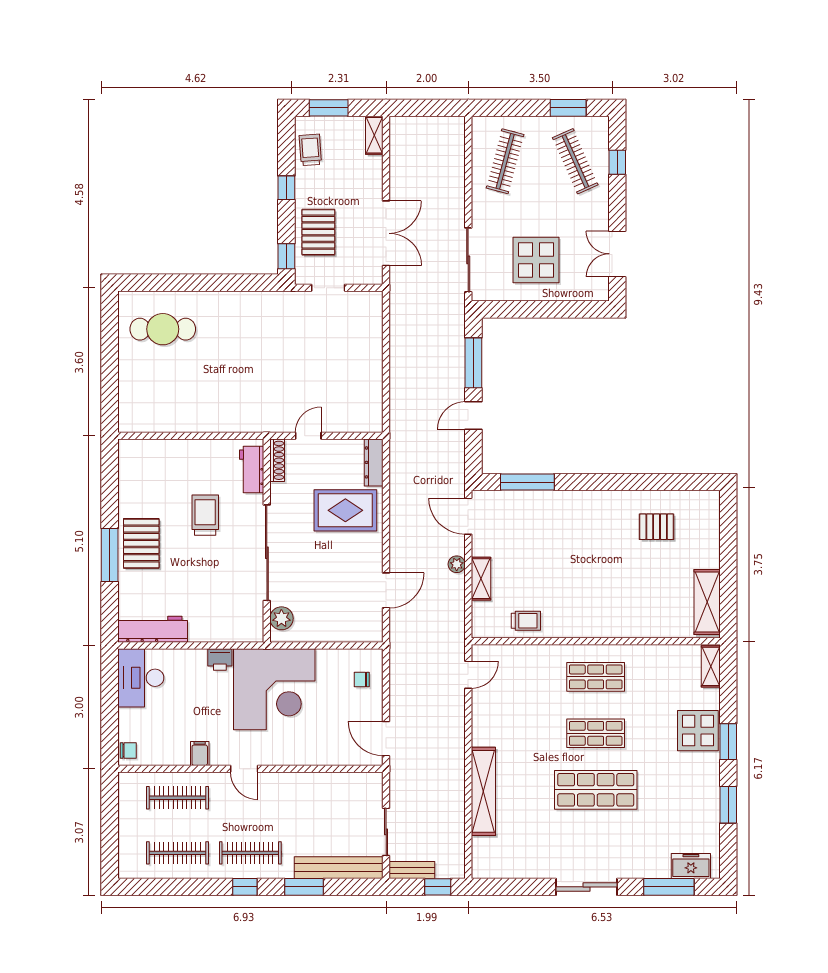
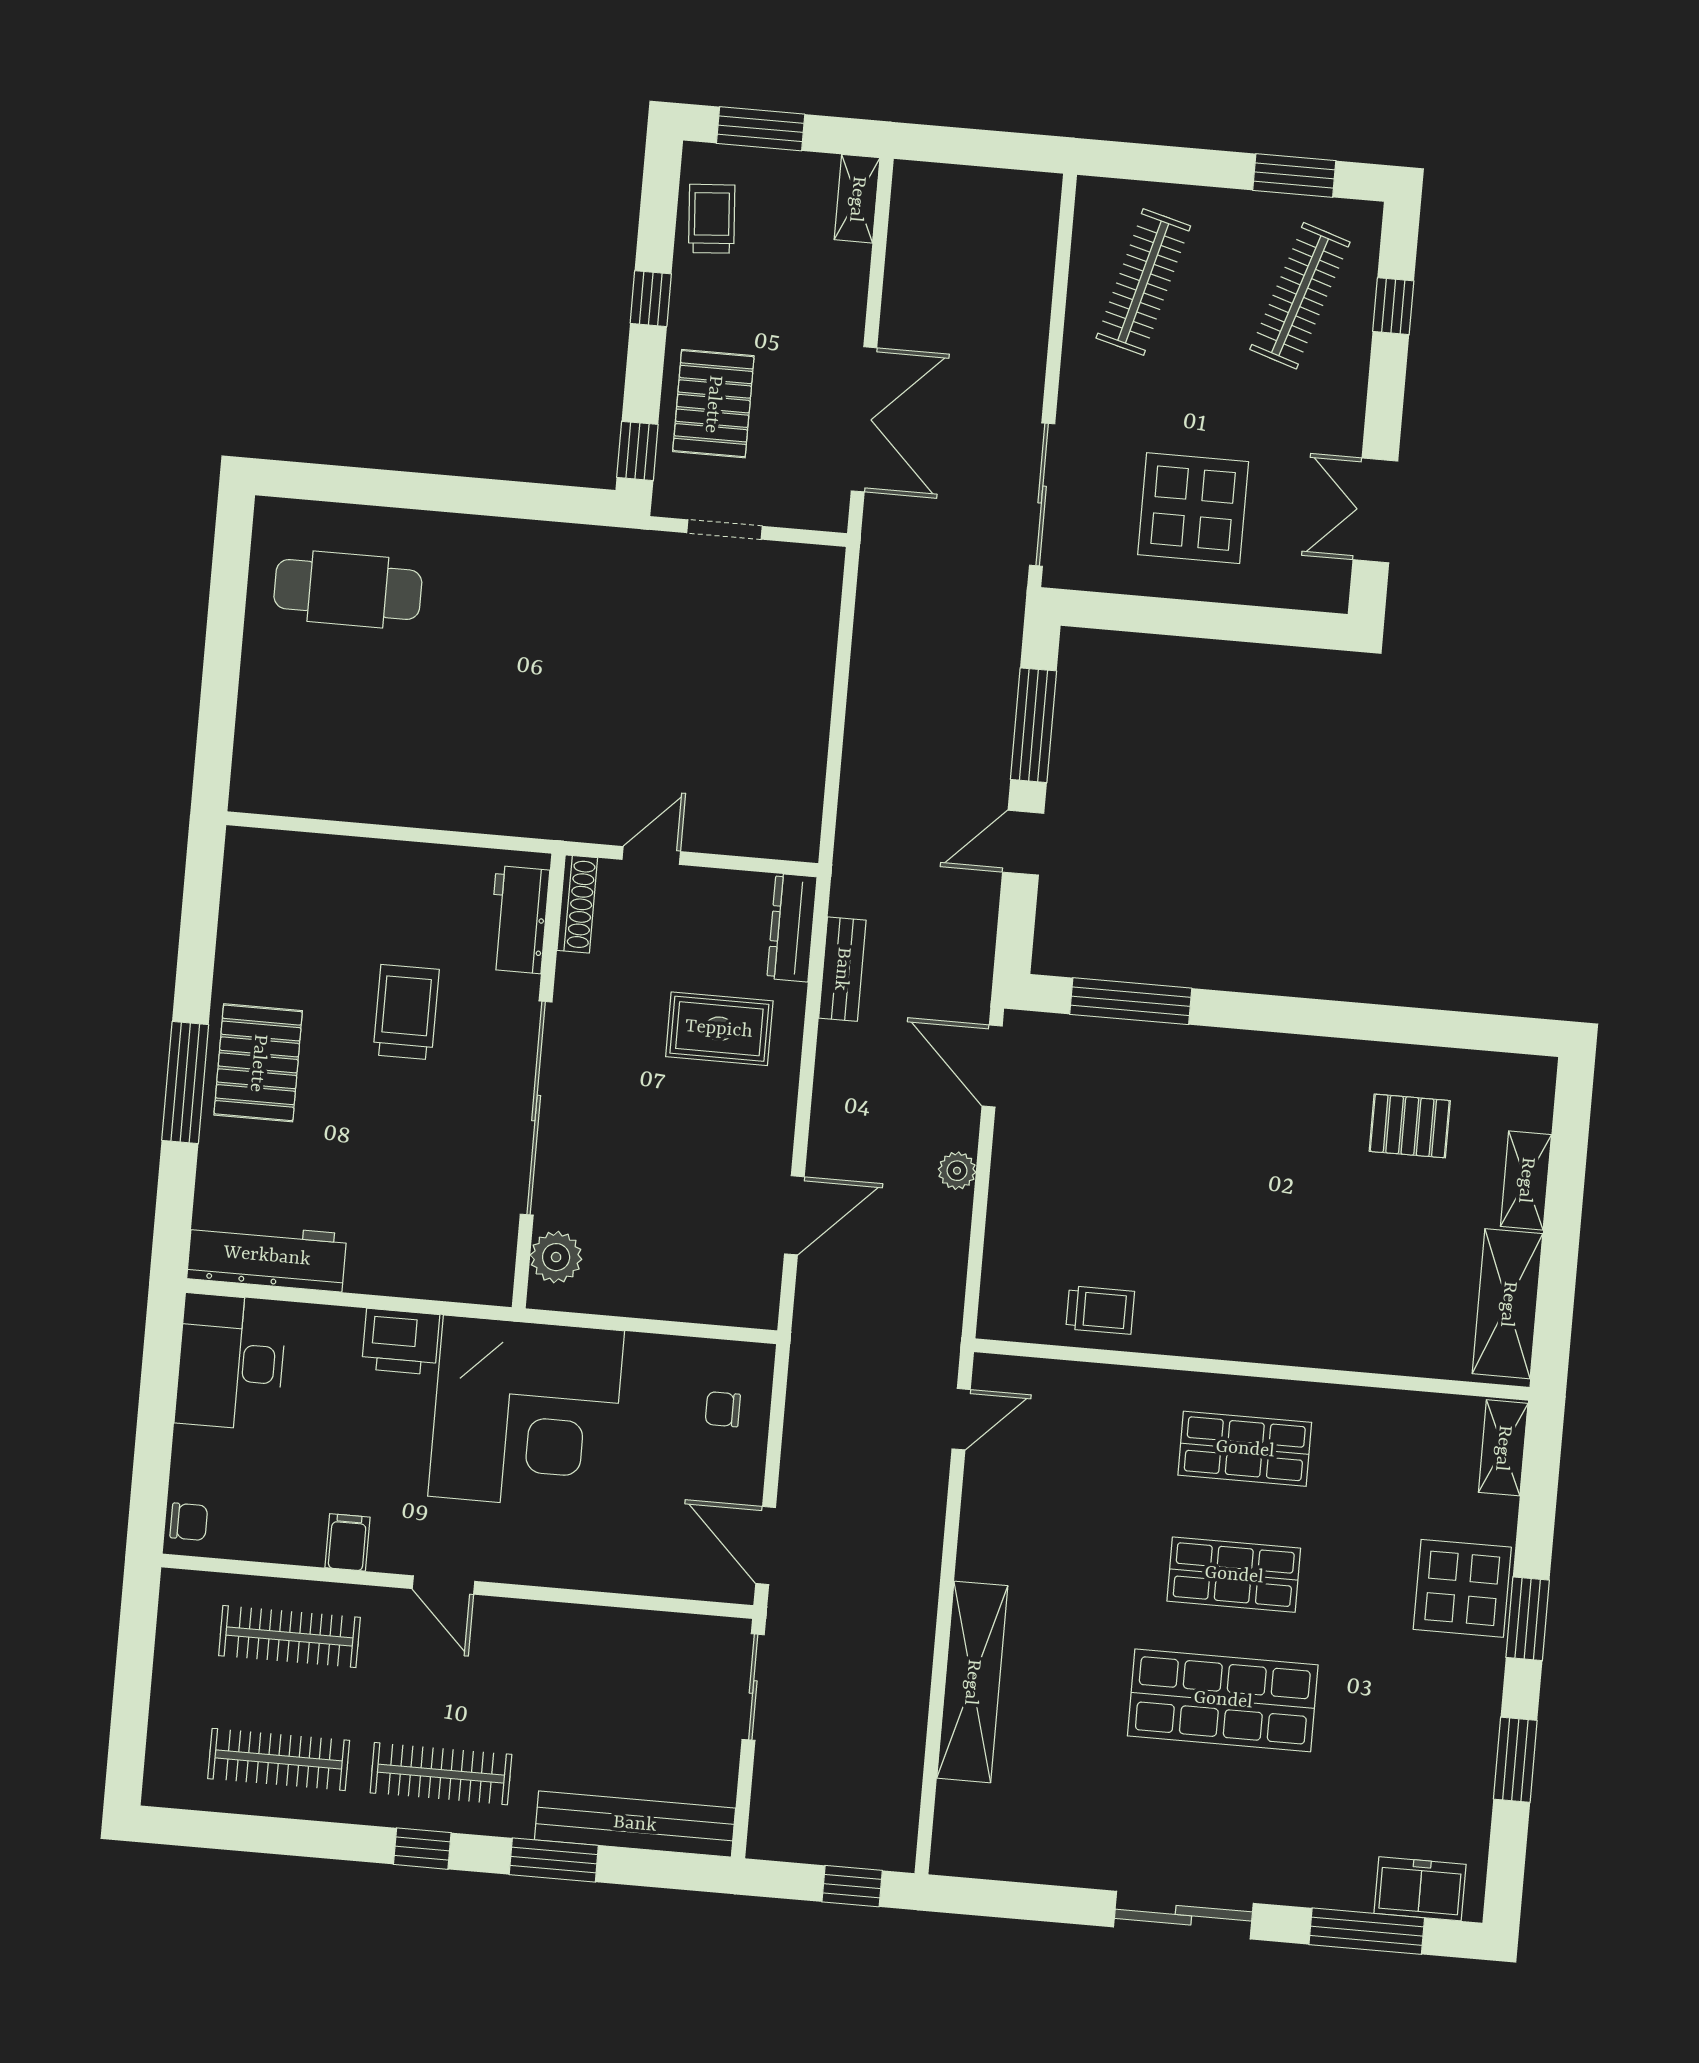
clothes rail: (575, 161) -> (1300, 296), turned 42
rug: (345, 510) -> (719, 1029), width x0.73, depth x0.70
shelving: (481, 579) -> (1526, 1180), moved
printer: (220, 659) -> (401, 1342), width x1.36, depth x1.24
sliding door: (386, 832) -> (753, 1687), moved
bench: (412, 870) -> (842, 969), moved, turned 90

